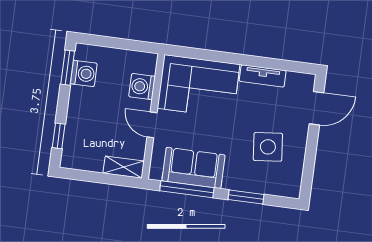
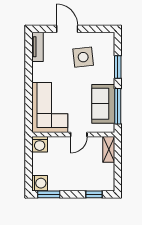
washing machine: (84, 73) -> (40, 183), moved, turned 90
tv unit: (263, 76) -> (37, 47), moved
washing machine: (142, 87) -> (40, 144), moved
door: (316, 108) -> (67, 29), moved

